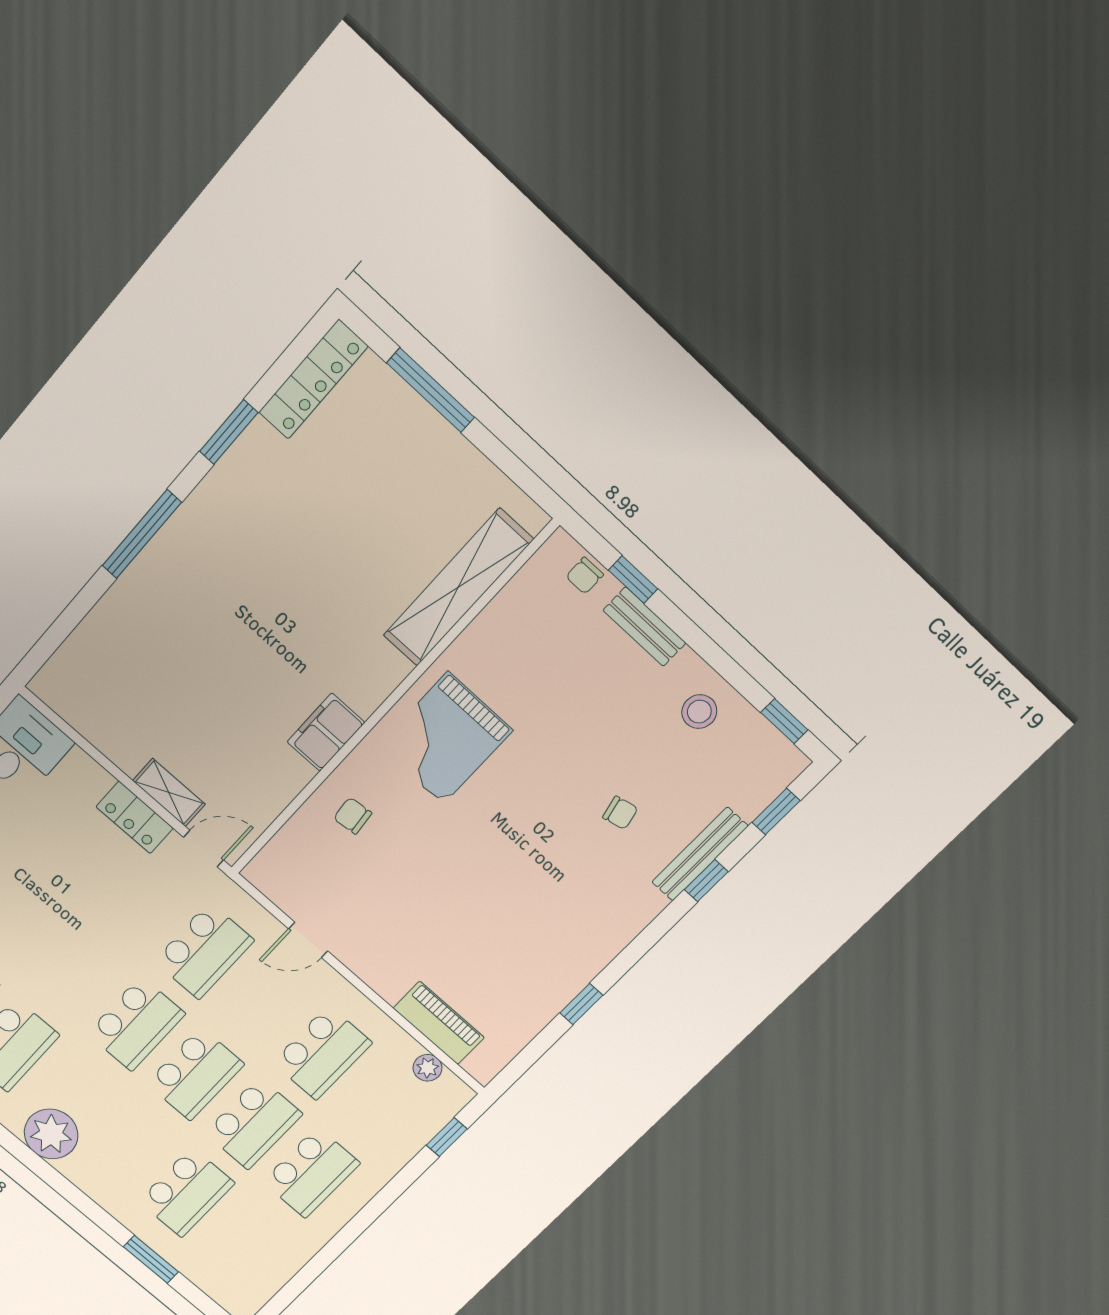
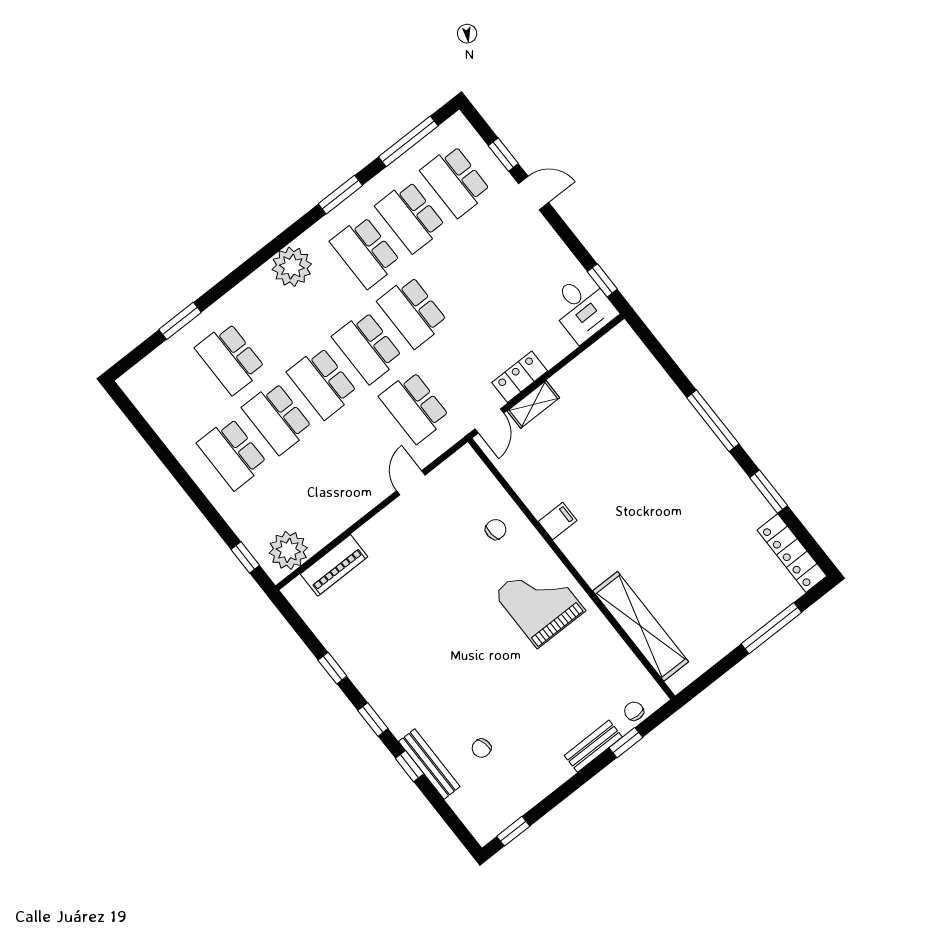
stool: (699, 712) -> (529, 776), removed
filing cabinet: (326, 732) -> (558, 521), width x0.50
window: (776, 812) -> (373, 720), moved
chair: (620, 813) -> (481, 748), moved
school desk: (322, 1053) -> (413, 312), moved
plant: (428, 1068) -> (288, 550), width x1.87, depth x1.87

